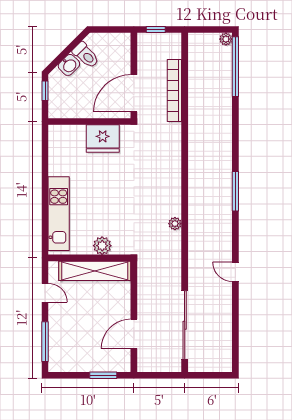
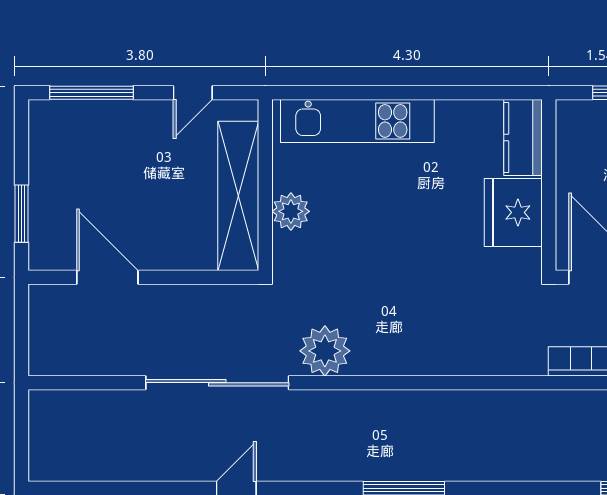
kitchen counter: (67, 134) -> (523, 137), added
plant: (175, 224) -> (325, 351), width x1.88, depth x1.88
sliding door: (185, 325) -> (217, 383), moved

